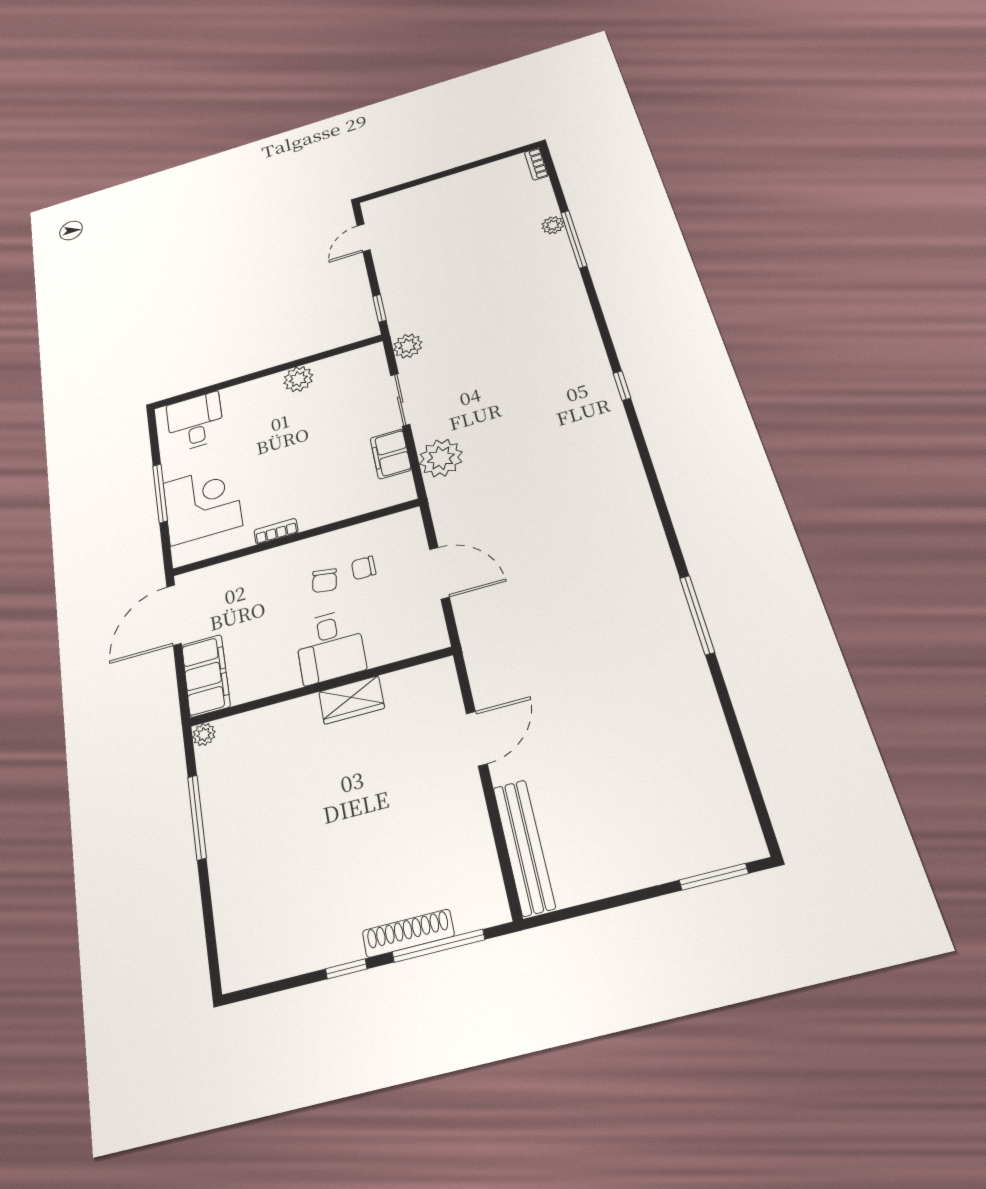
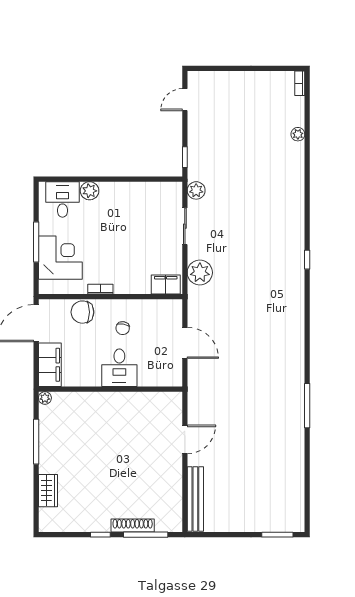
window: (574, 239) -> (307, 149), removed
plant: (298, 379) -> (90, 191), moved
filing cabinet: (391, 454) -> (166, 284), moved, turned 90
chair: (364, 568) -> (82, 312), moved, width x1.87, depth x1.87
wardrobe: (351, 700) -> (48, 491), moved, turned -90

